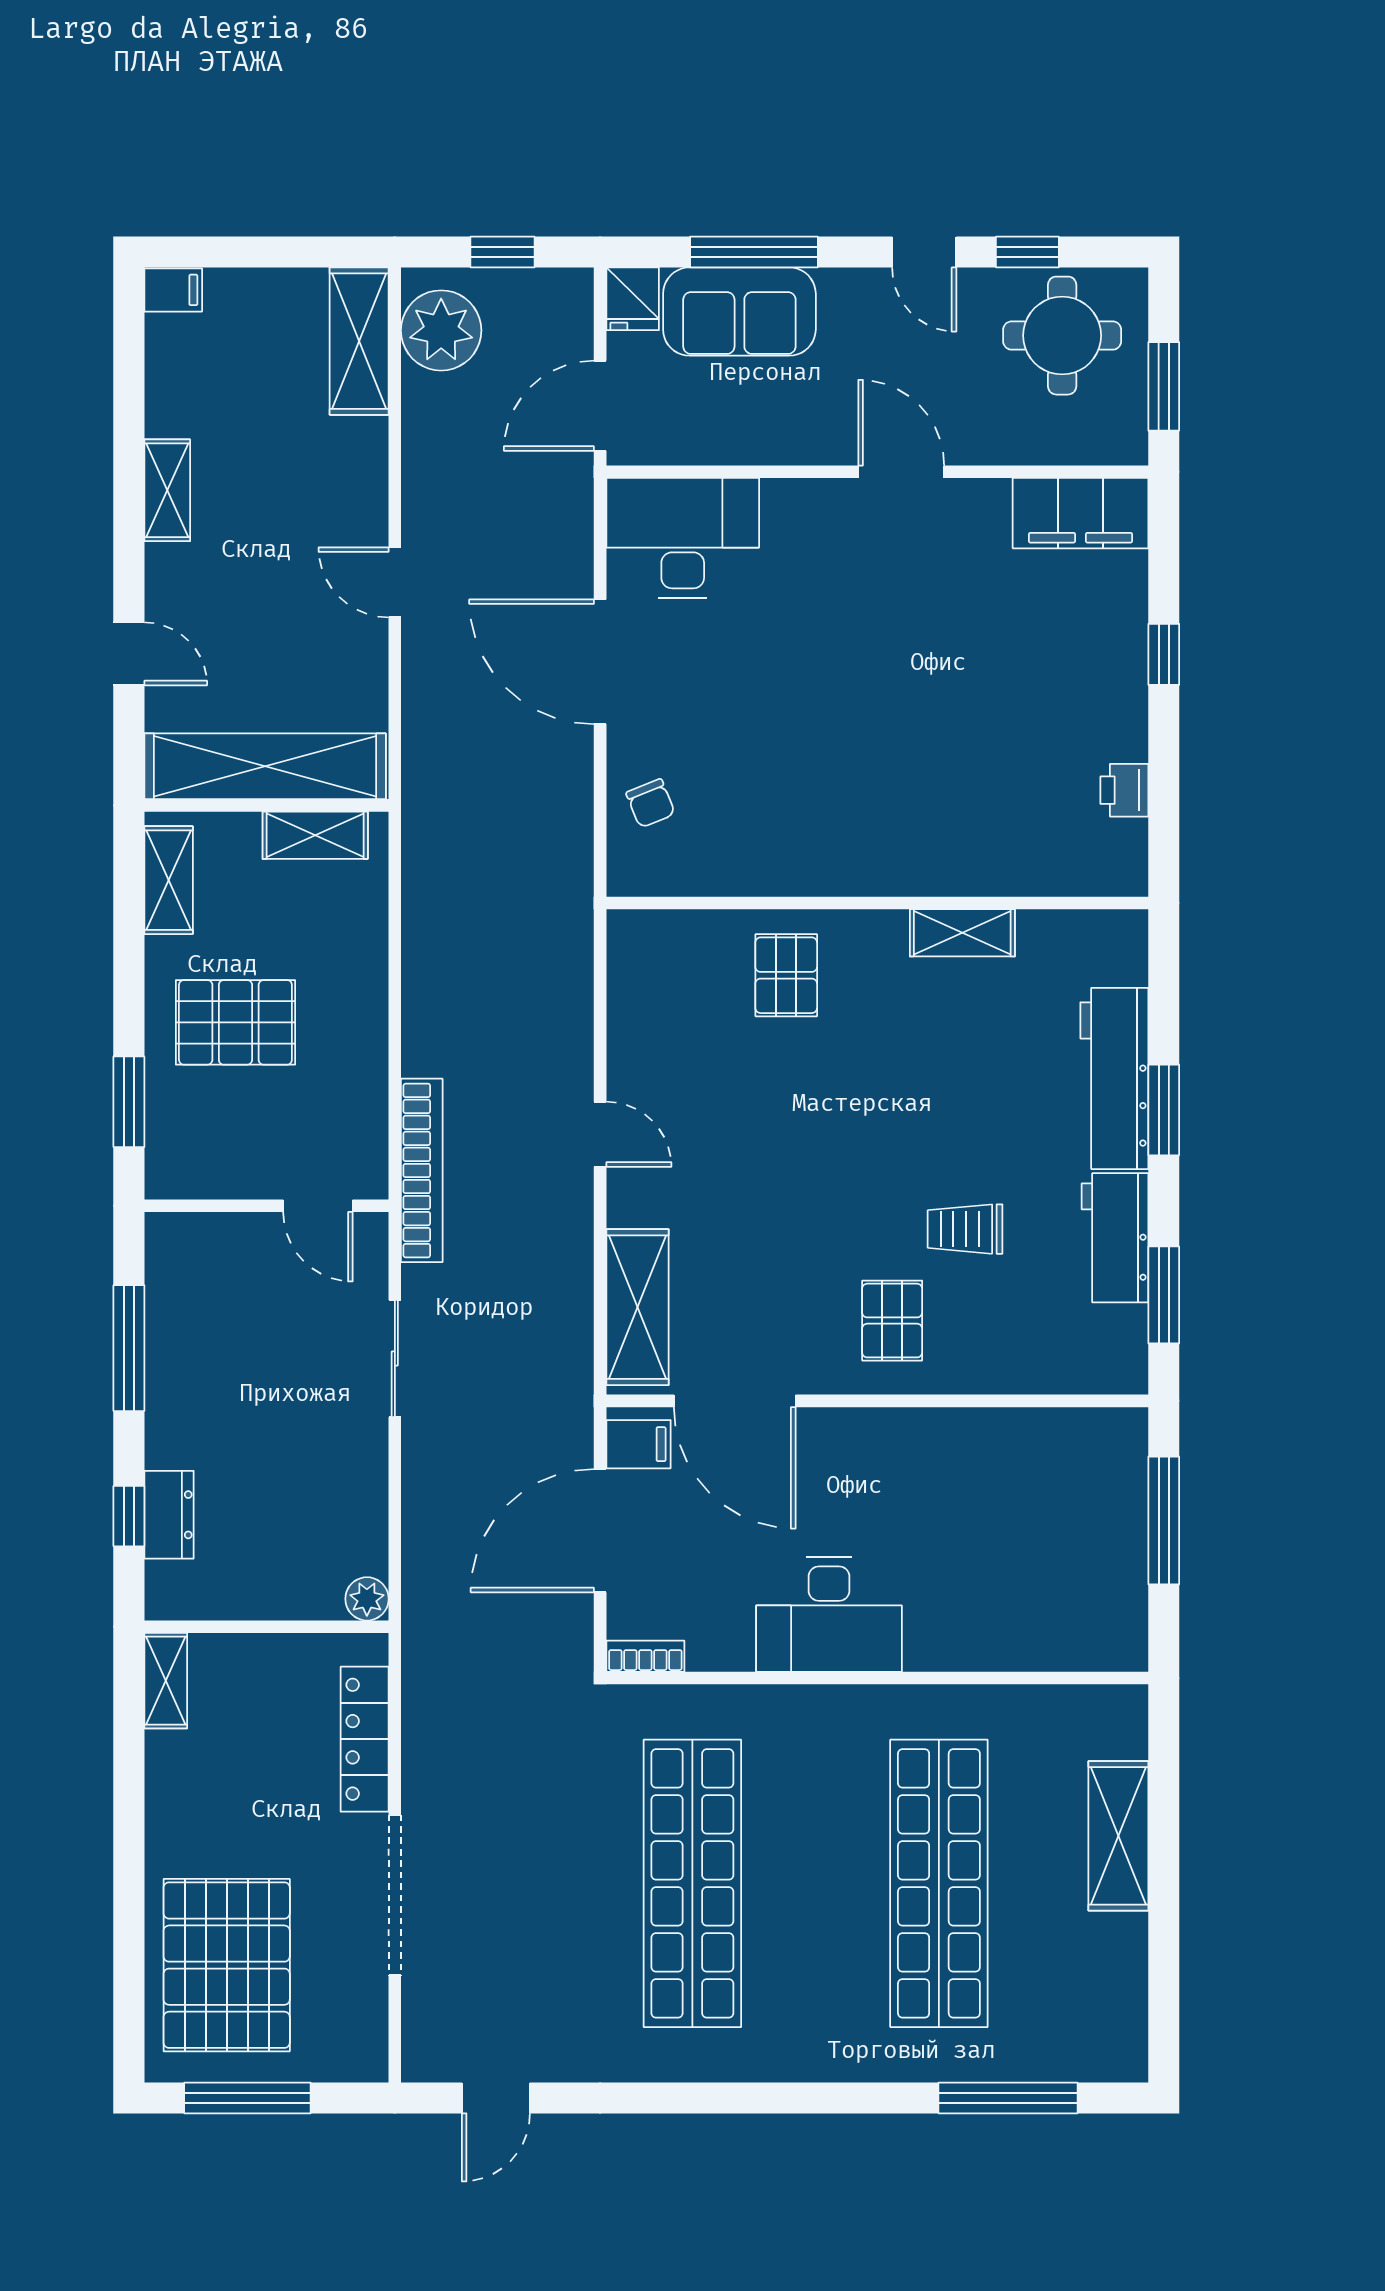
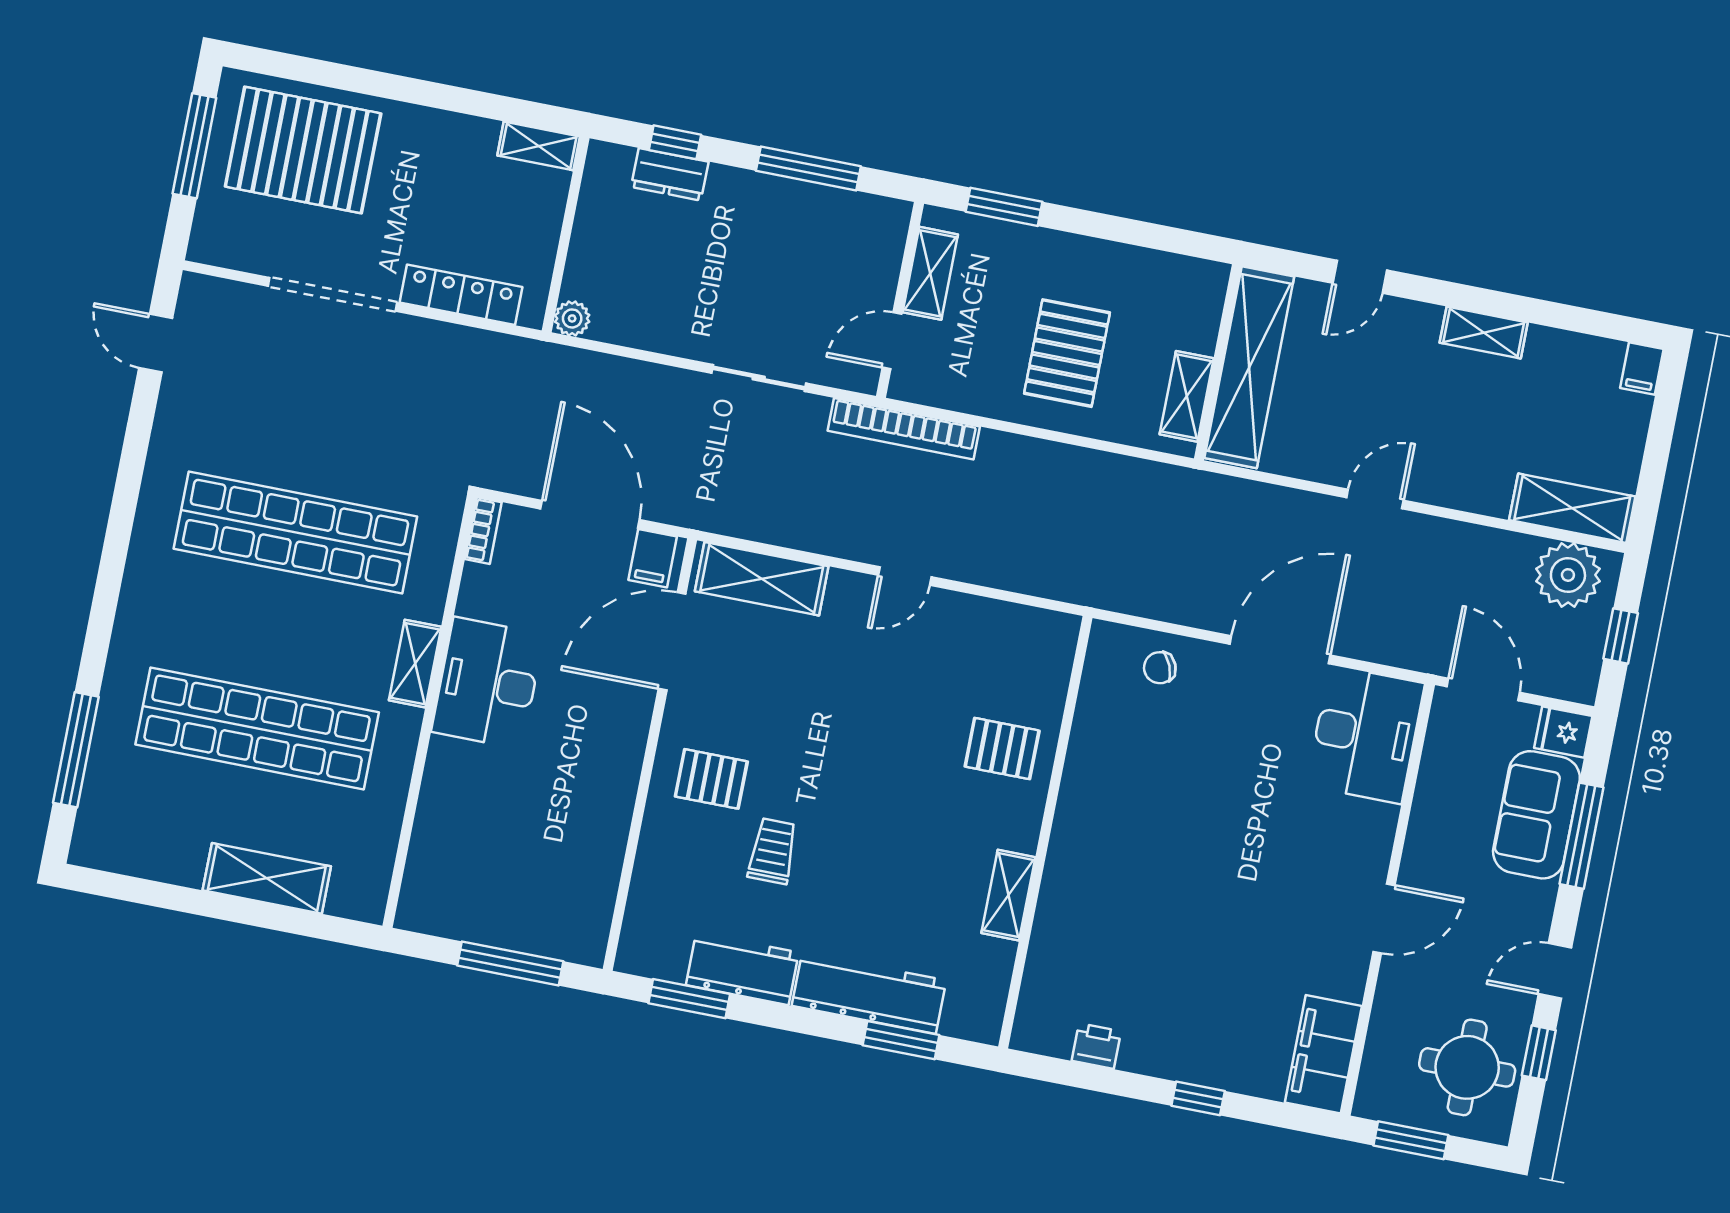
shelving: (169, 880) -> (930, 273), moved, turned 90
pallet: (235, 1022) -> (1067, 353), moved
window: (1164, 1110) -> (901, 1040), moved
shelving: (823, 1707) -> (415, 664), added

